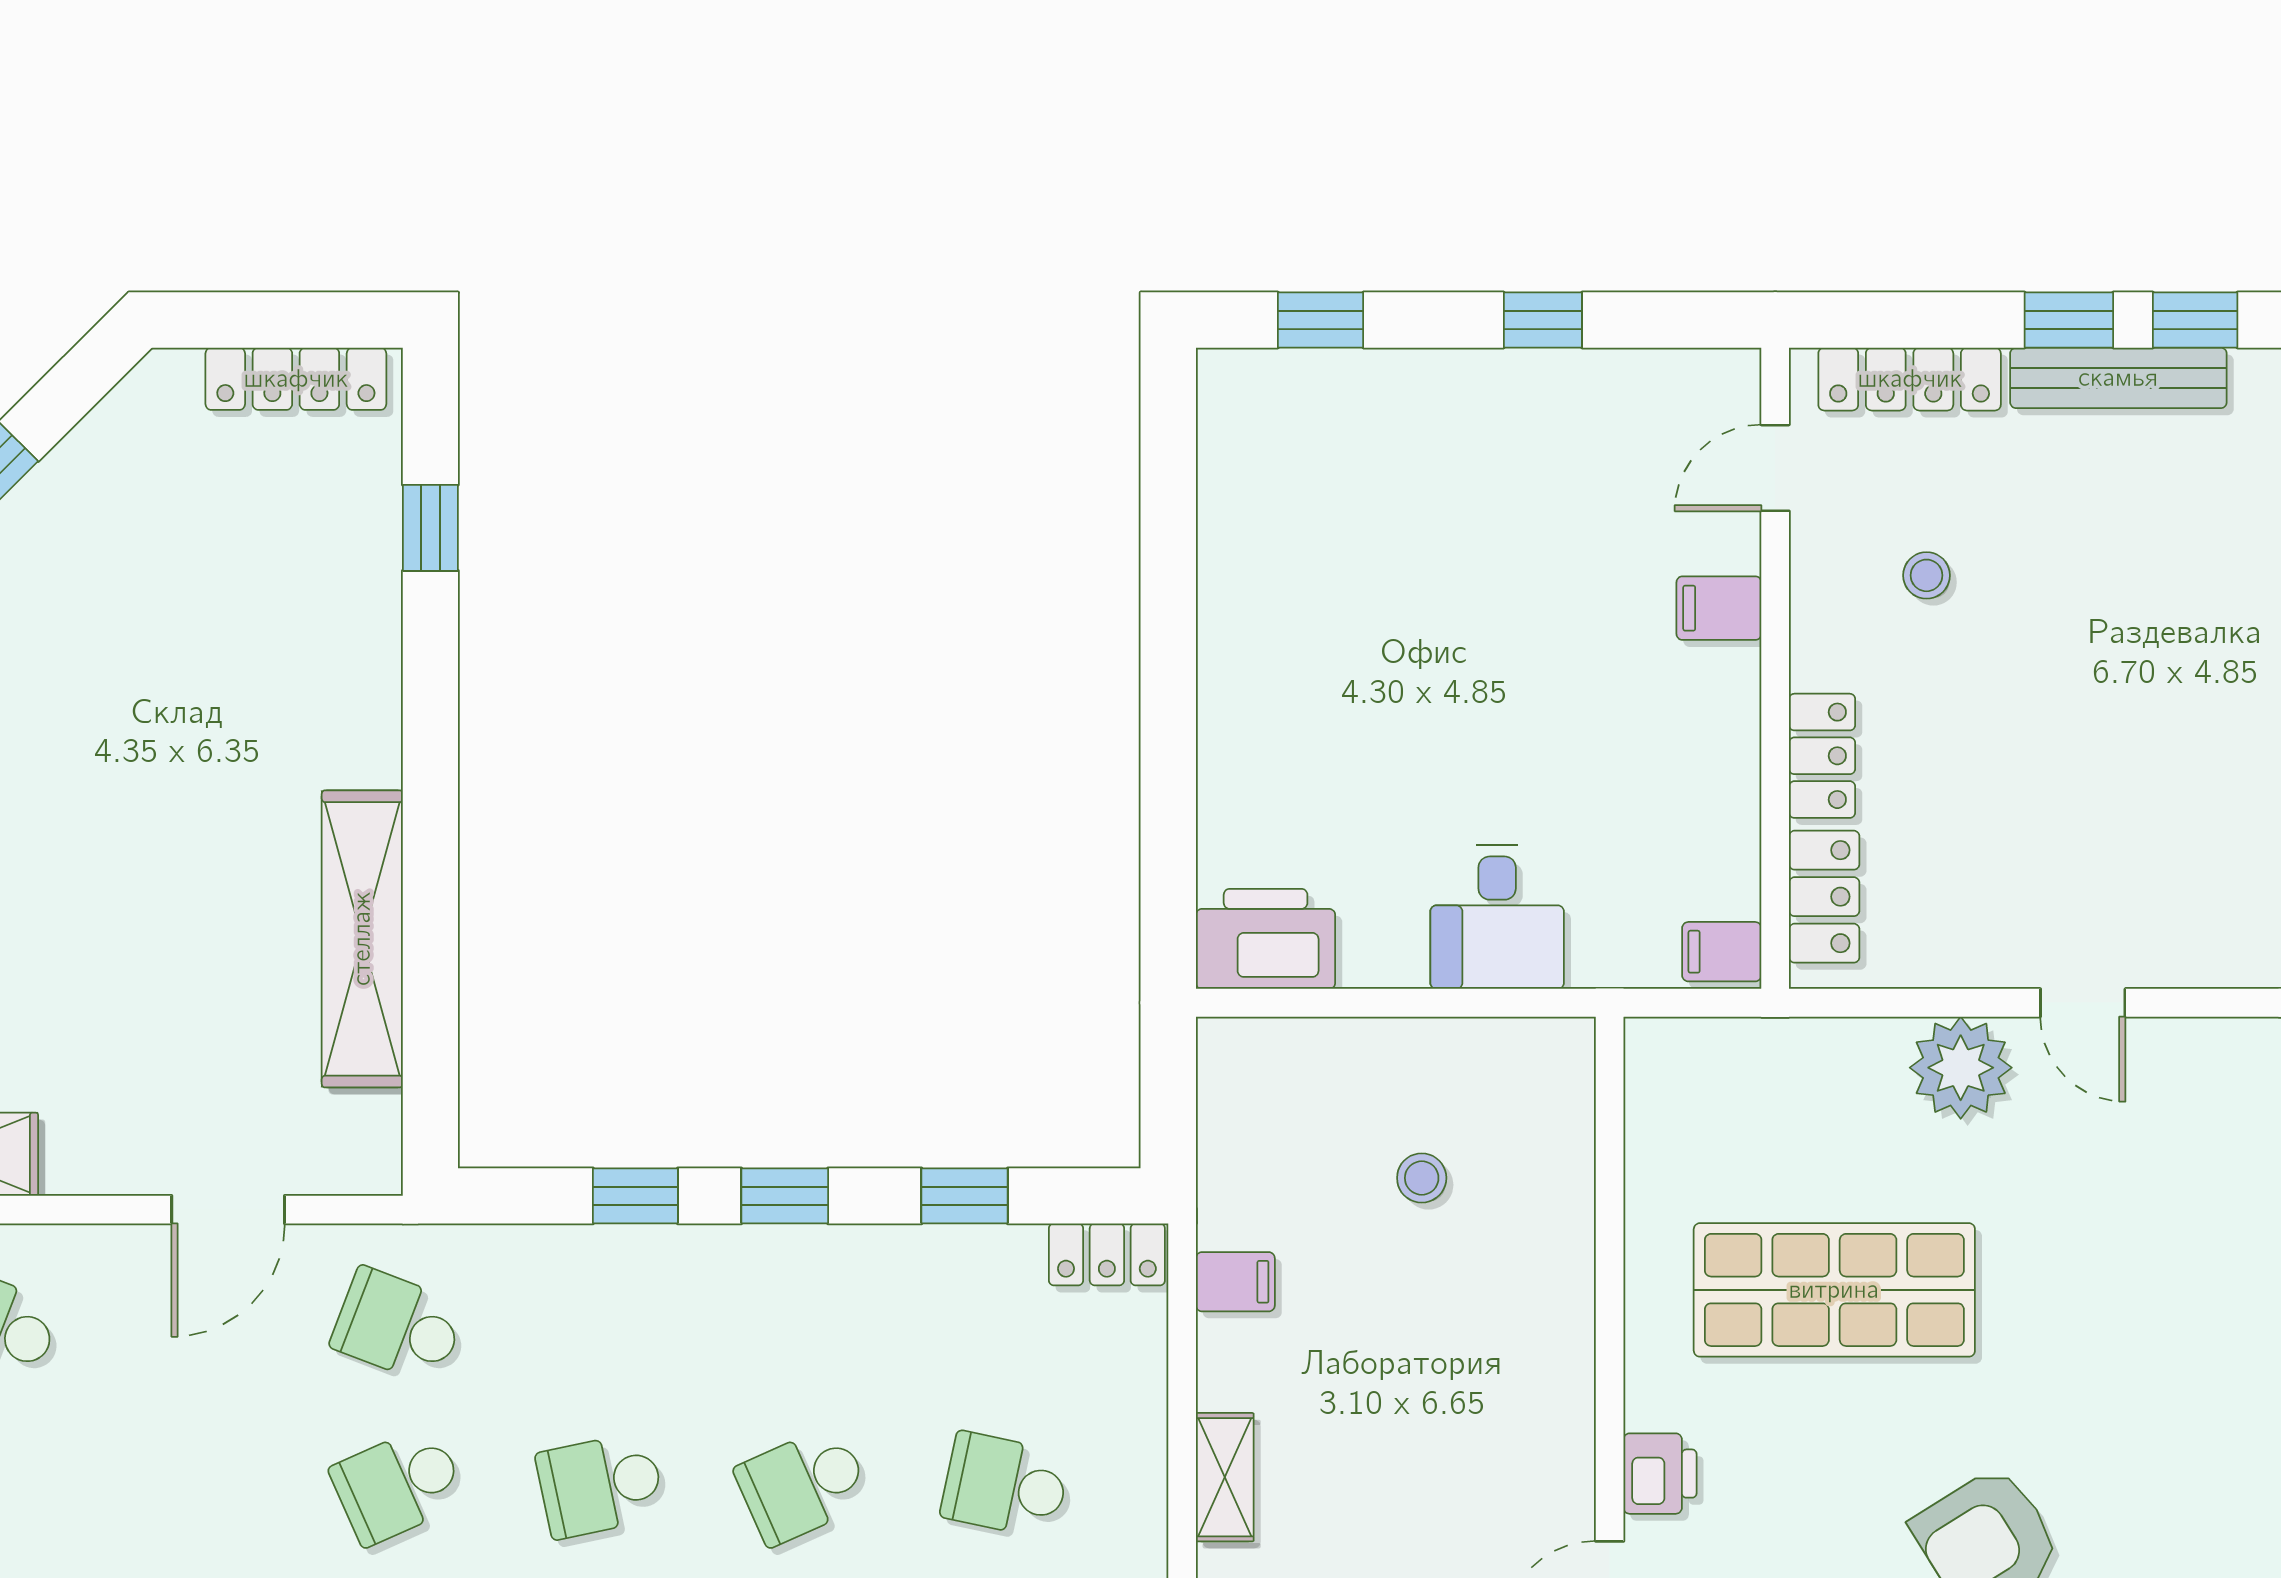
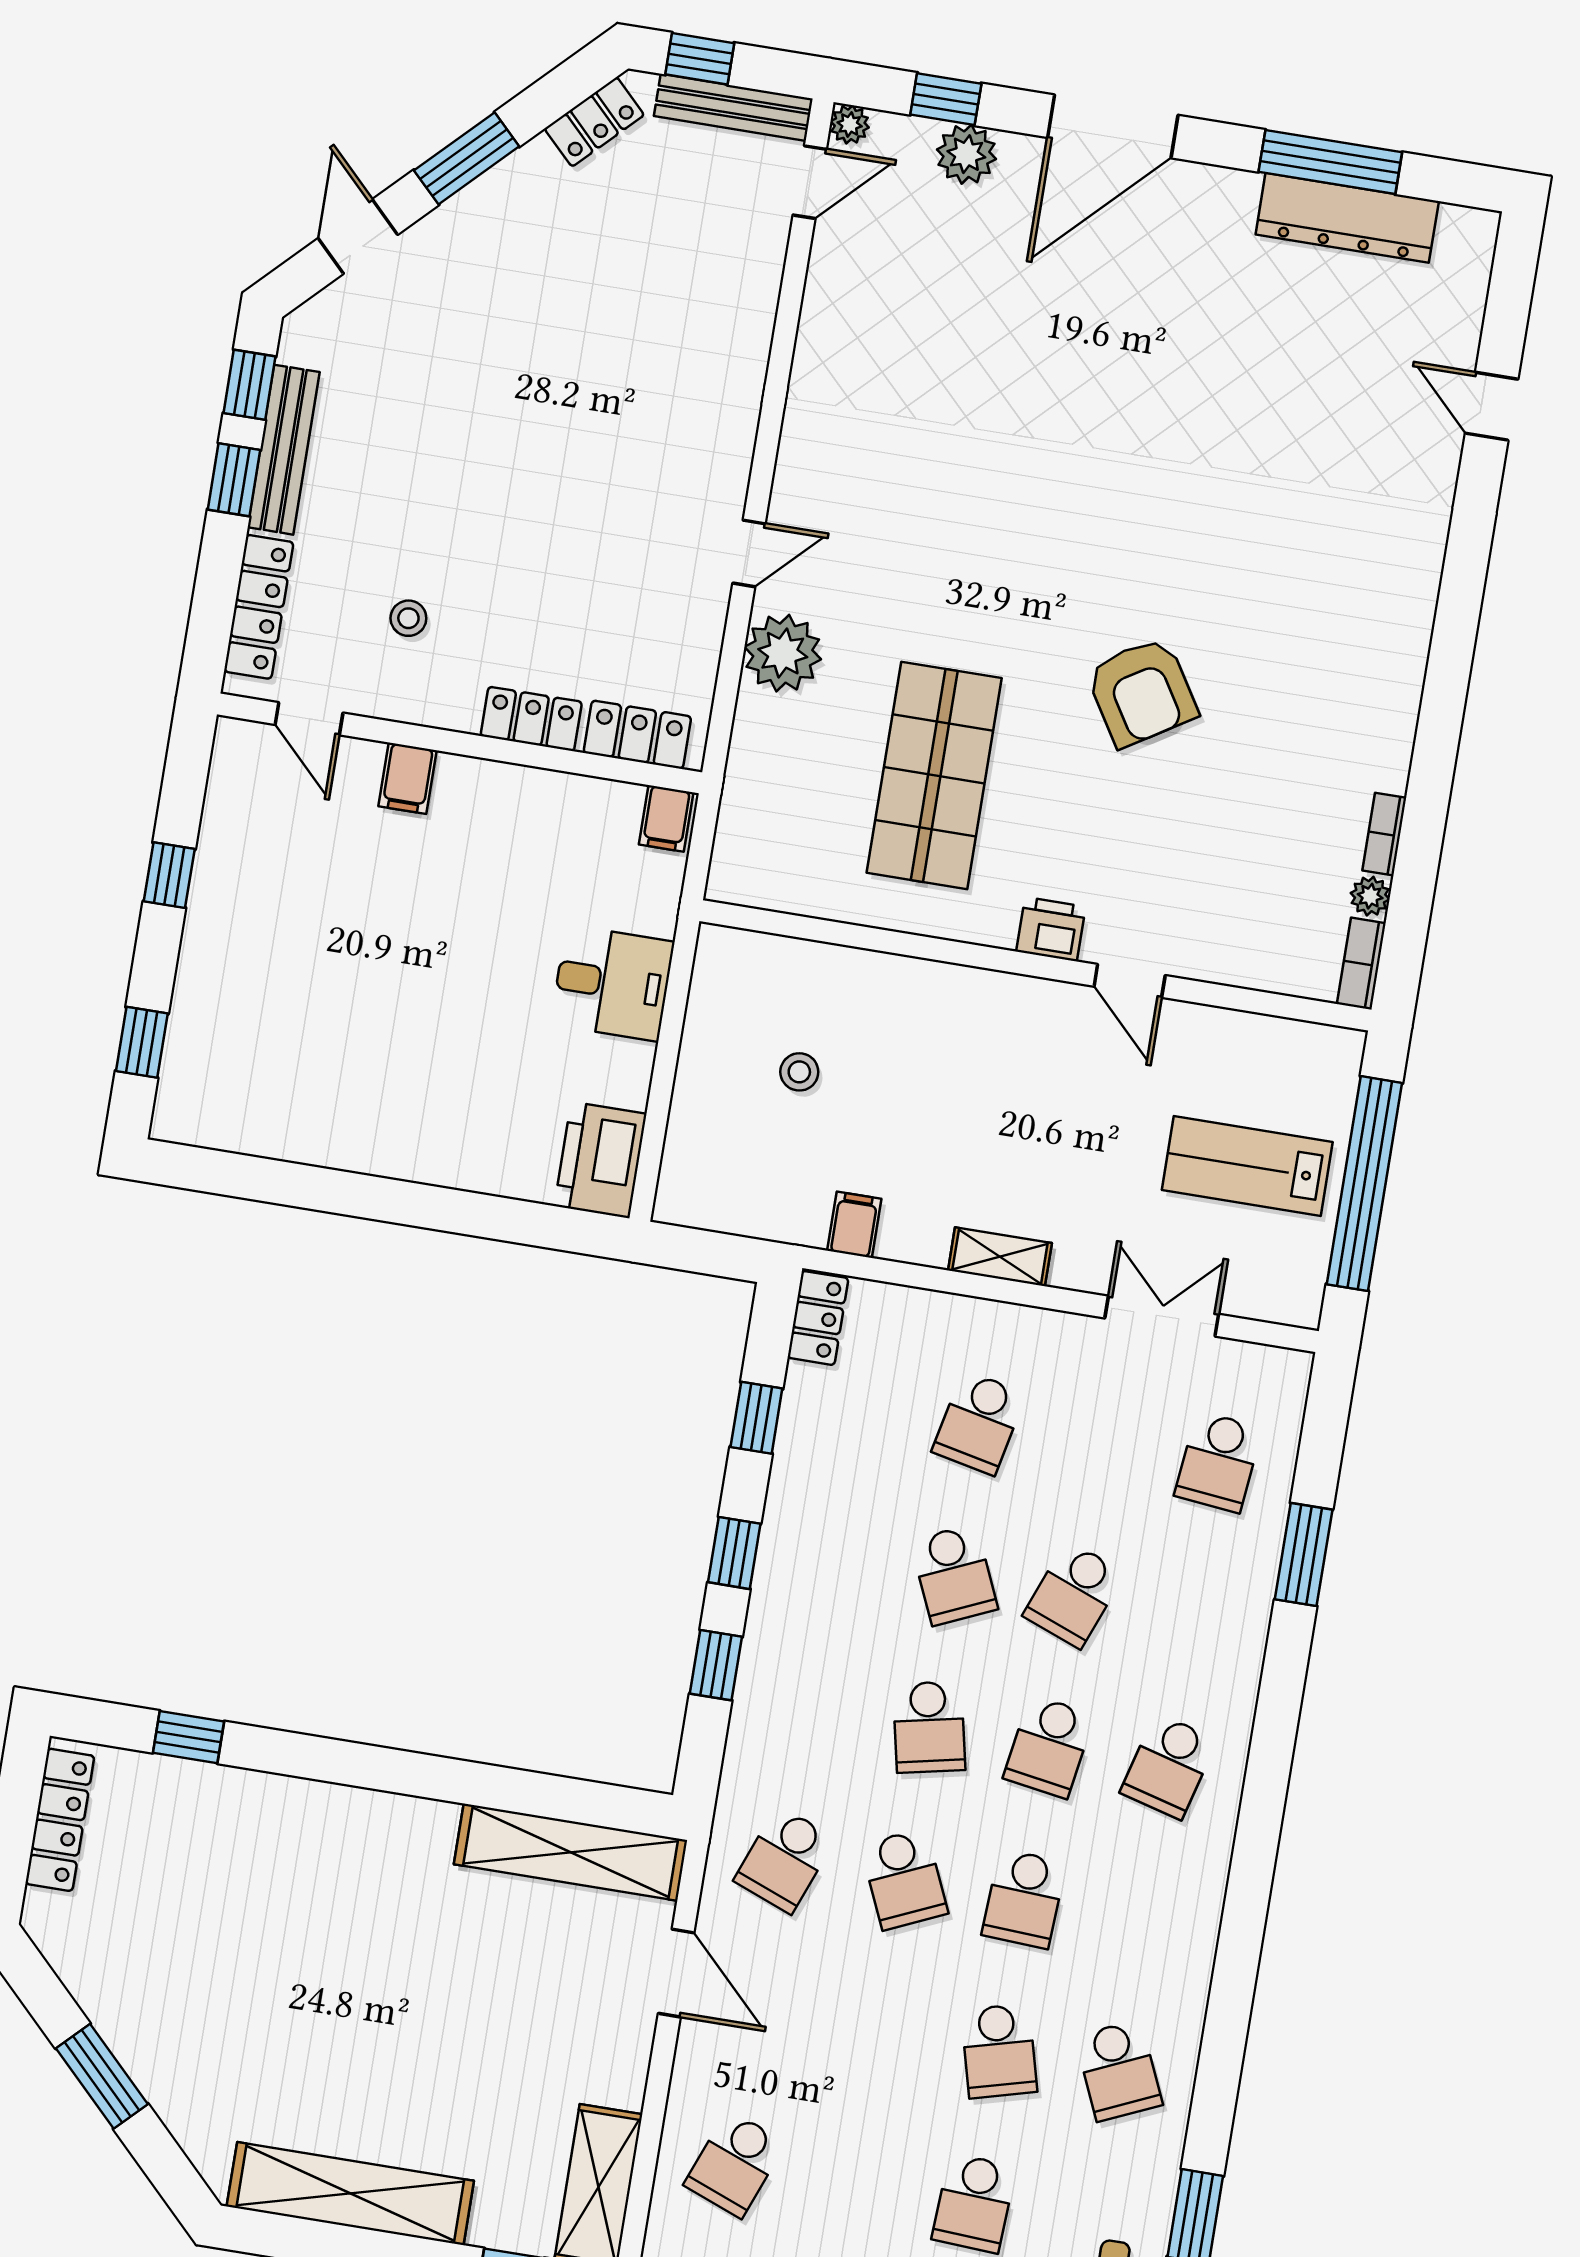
shelving: (362, 939) -> (571, 1852), moved

